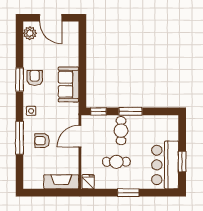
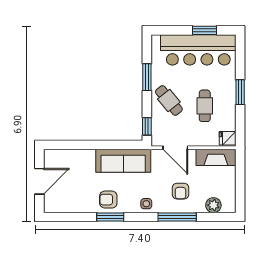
plant: (30, 33) -> (213, 205), moved
sofa: (68, 84) -> (123, 161), width x1.36
window: (131, 111) -> (147, 77), moved
cafe table: (121, 131) -> (169, 100), turned 51
bar counter: (165, 165) -> (198, 50), width x1.36
fireplace: (61, 182) -> (216, 157), moved, turned -90

